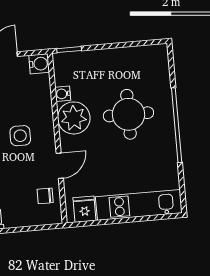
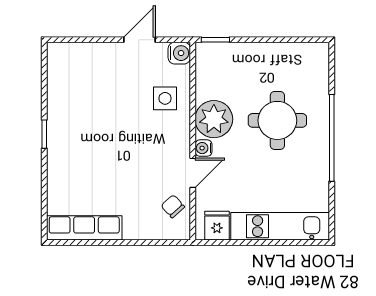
water cooler: (63, 94) -> (203, 148), moved
side table: (20, 136) -> (165, 98), moved
chair: (45, 196) -> (173, 206), turned 48

